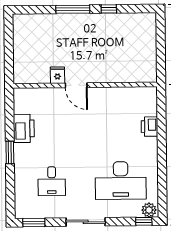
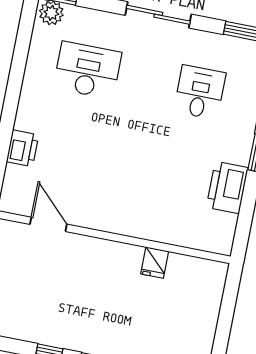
door: (76, 85) -> (48, 224), moved
desk: (121, 181) -> (87, 70), width x0.73, depth x0.77

